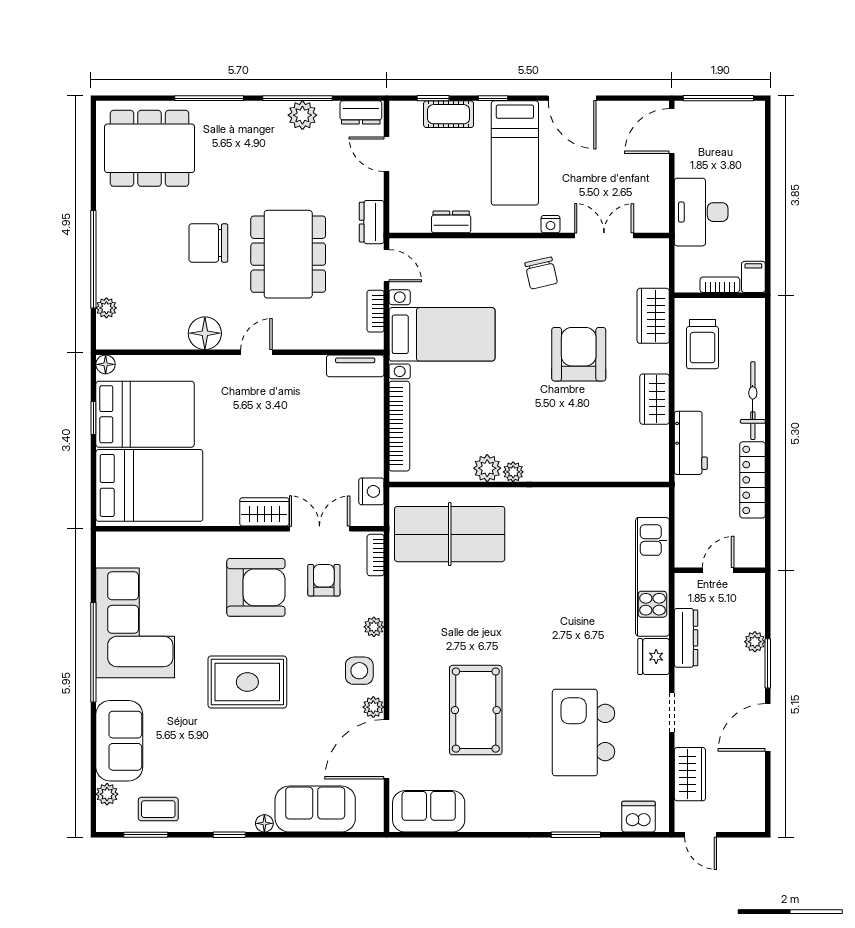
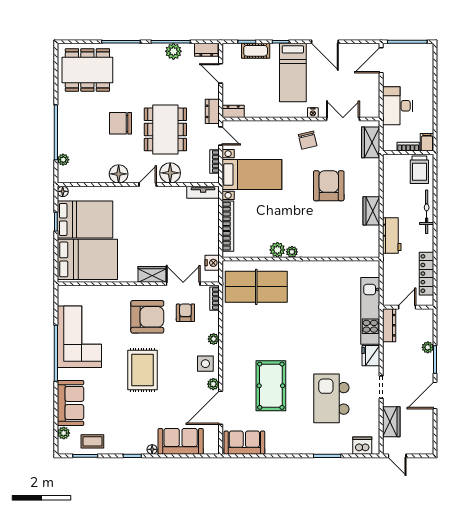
dresser: (451, 222) -> (233, 111), moved
wardrobe: (653, 316) -> (371, 142), moved
floor lamp: (297, 331) -> (170, 173), added
trolley: (703, 344) -> (419, 170), moved
locker: (753, 480) -> (426, 274), moved
dresser: (686, 638) -> (389, 325), moved
rug: (247, 682) -> (142, 370), turned 90

